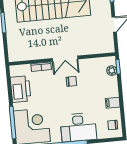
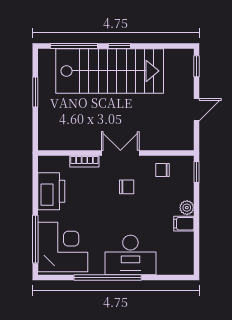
double door: (65, 59) -> (120, 153), swing flipped
plant: (112, 71) -> (187, 208), moved
chair: (113, 125) -> (163, 170), moved

